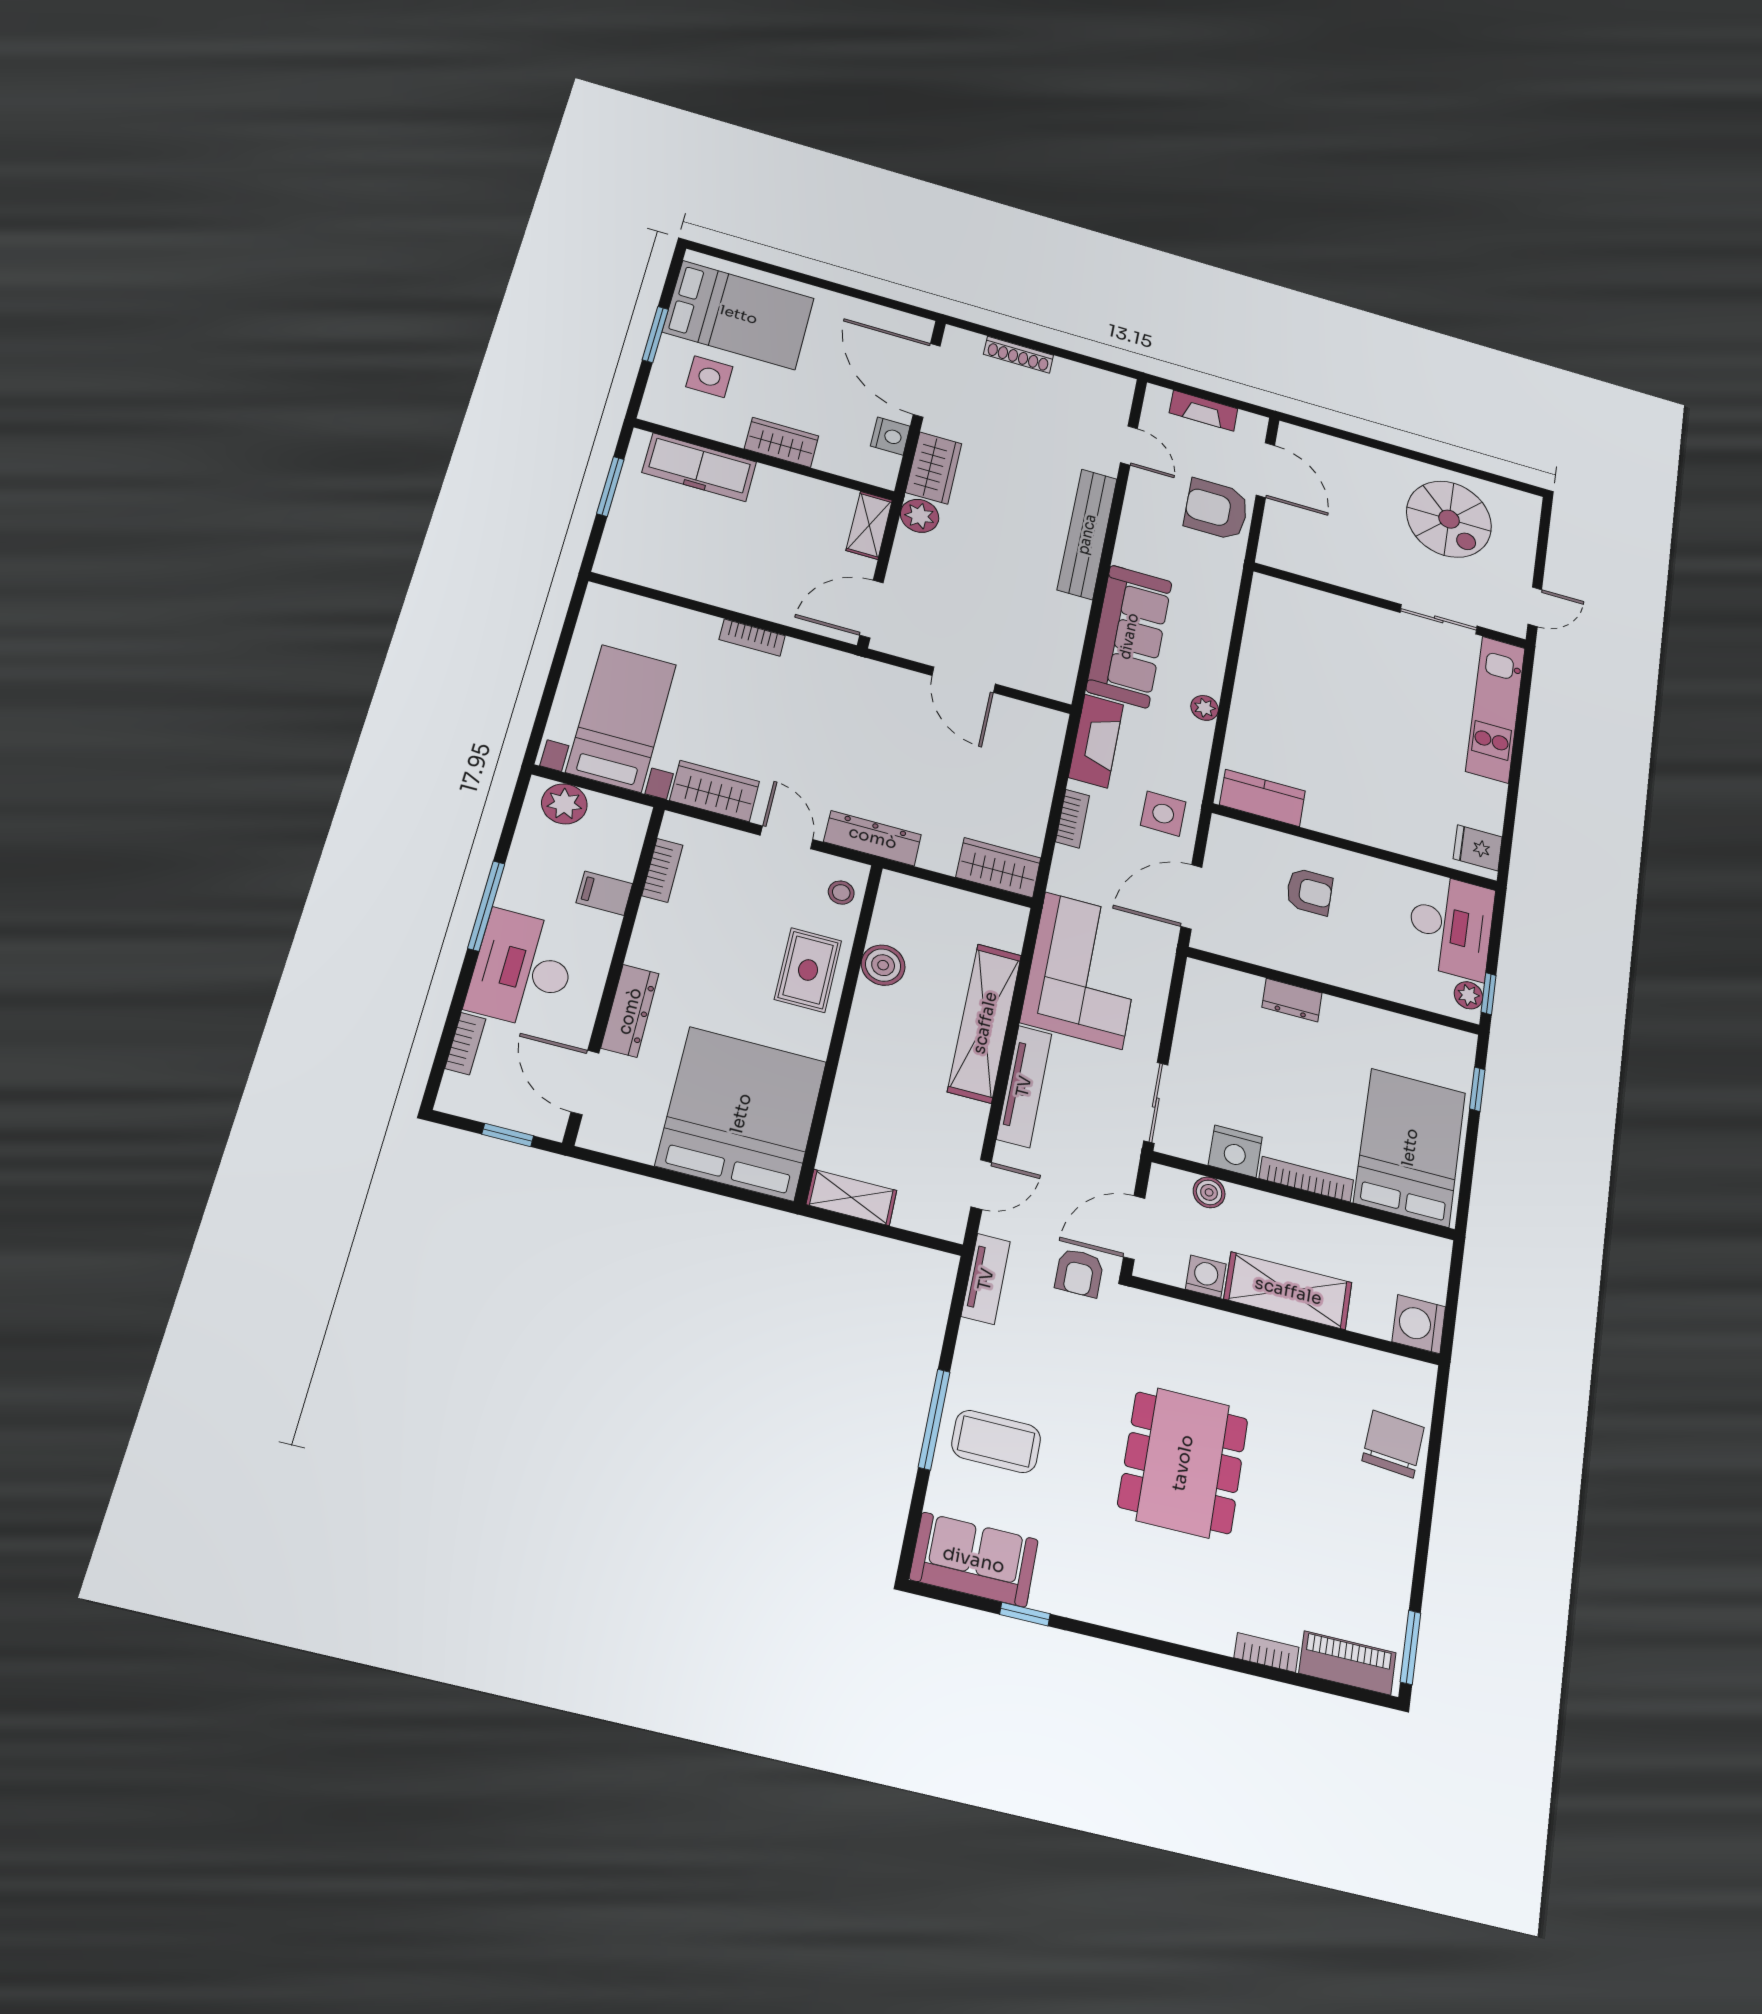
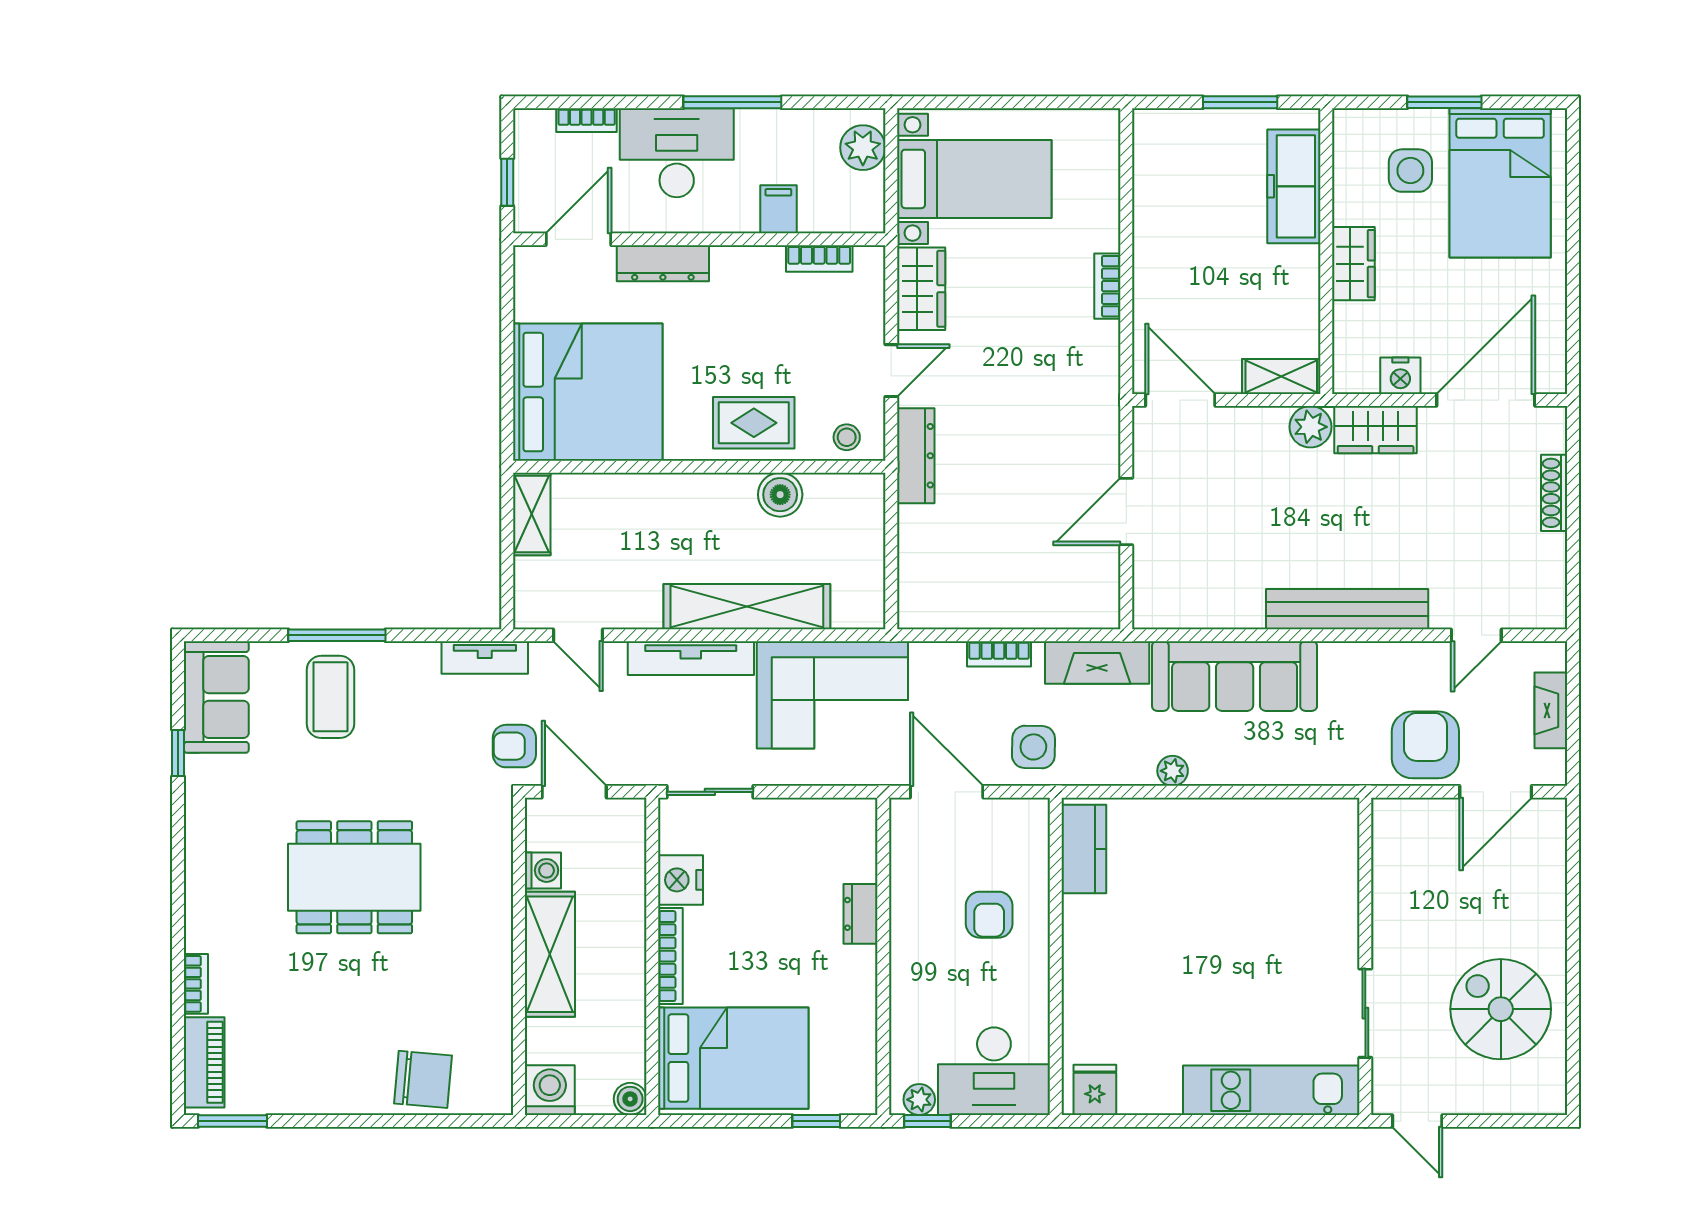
spiral stairs: (1449, 519) -> (1501, 1009), turned 90
wardrobe: (998, 868) -> (921, 588), removed
boiler: (1209, 1192) -> (630, 1099), moved

